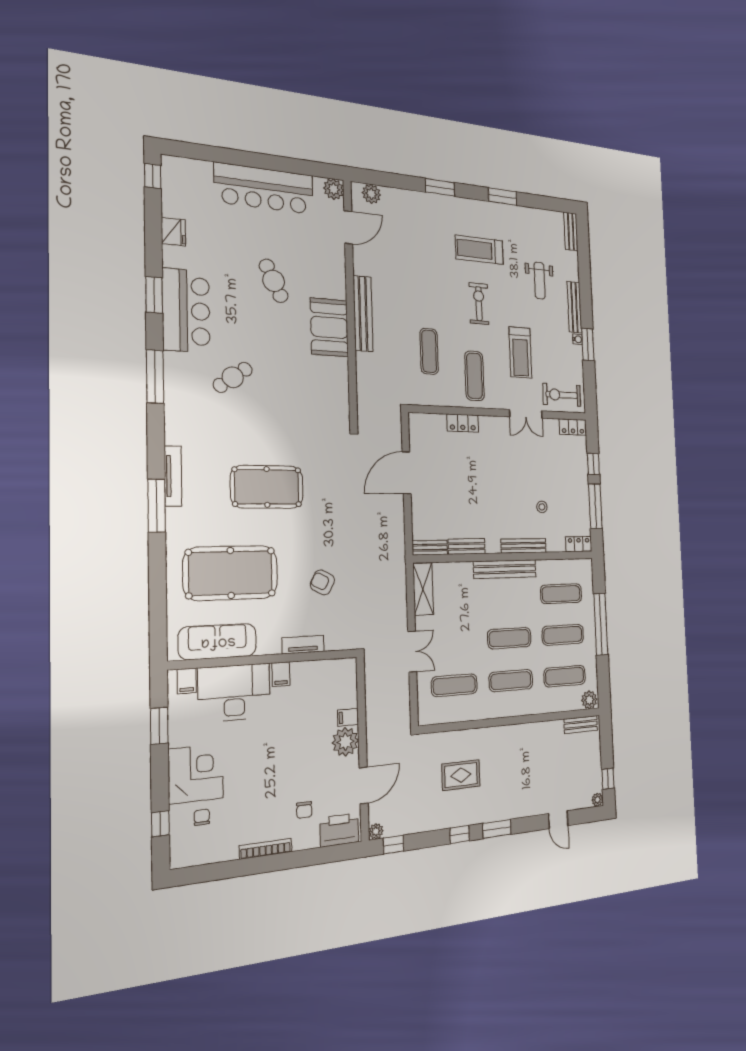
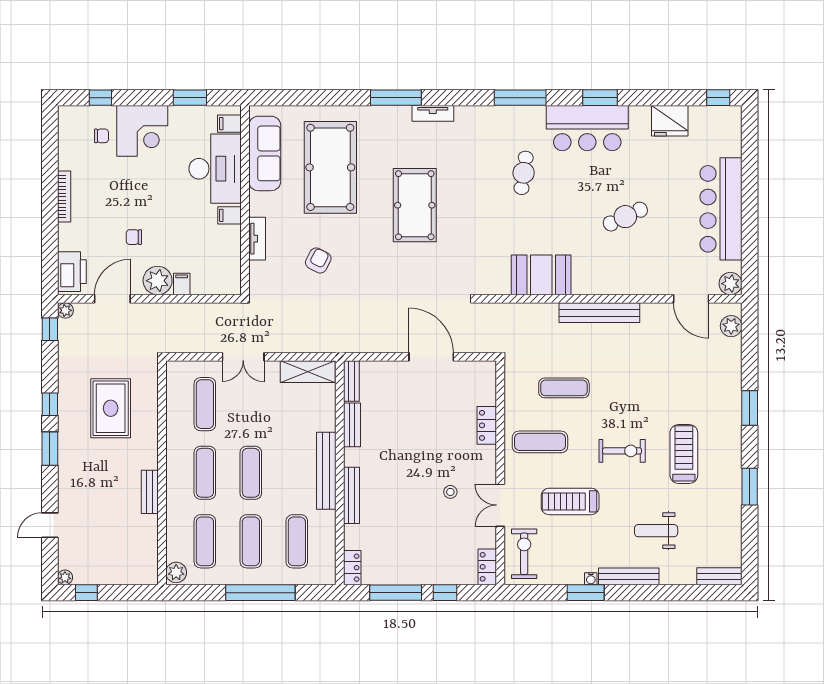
fridge: (173, 232) -> (670, 121), width x1.36, depth x1.34
booth: (329, 327) -> (541, 275), moved
cafe table: (233, 377) -> (524, 173), turned 43
tv unit: (173, 476) -> (433, 113), width x0.71
stool: (542, 507) -> (450, 492), moved
bench: (581, 725) -> (150, 492), moved
rug: (461, 775) -> (111, 408), width x1.36, depth x1.43
door: (364, 785) -> (112, 299), swing flipped
chair: (304, 810) -> (134, 237), moved

